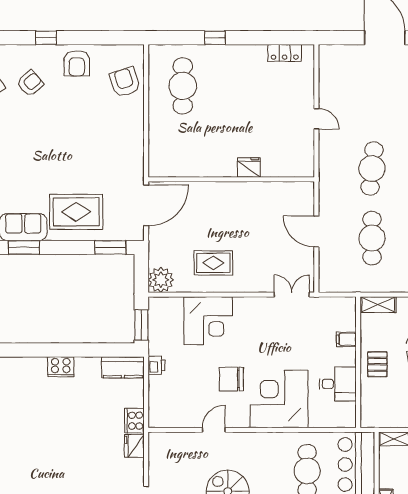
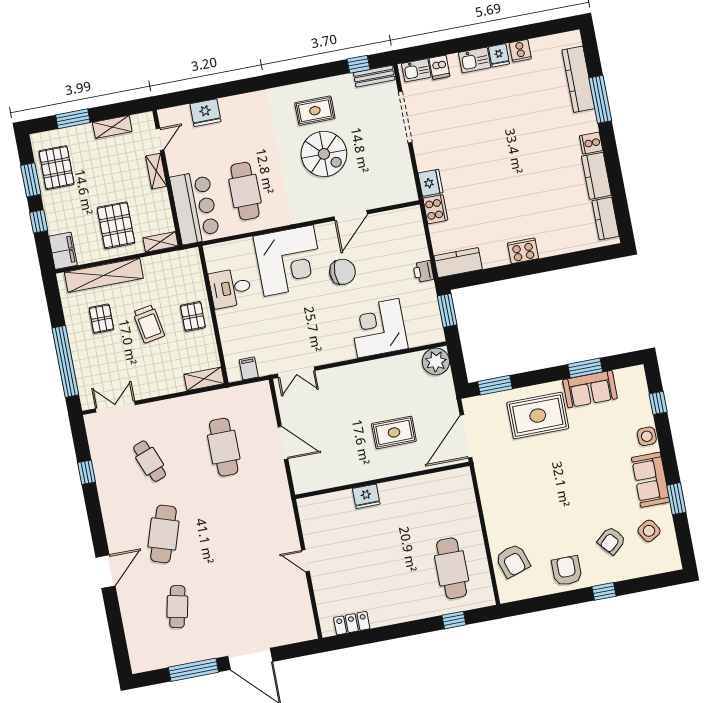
window: (215, 38) -> (454, 620), moved
cafe table: (372, 168) -> (238, 520), removed
rug: (213, 263) -> (394, 432), moved
filing cabinet: (346, 339) -> (249, 368), moved, turned -90
door: (214, 430) -> (351, 215), width x1.38

